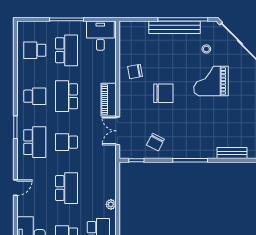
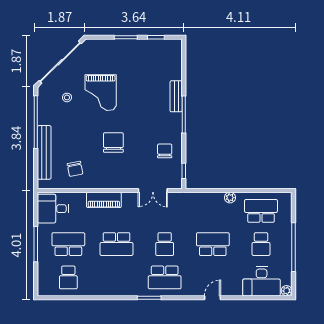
bench: (174, 27) -> (44, 152), moved
chair: (135, 71) -> (75, 169), moved
school desk: (35, 96) -> (116, 277), removed
piano: (109, 100) -> (104, 200), moved
school desk: (35, 142) -> (165, 277), turned 180
chair: (155, 142) -> (165, 151), turned -117
bench: (232, 153) -> (176, 96), moved
door: (15, 188) -> (212, 298), hinge flipped

